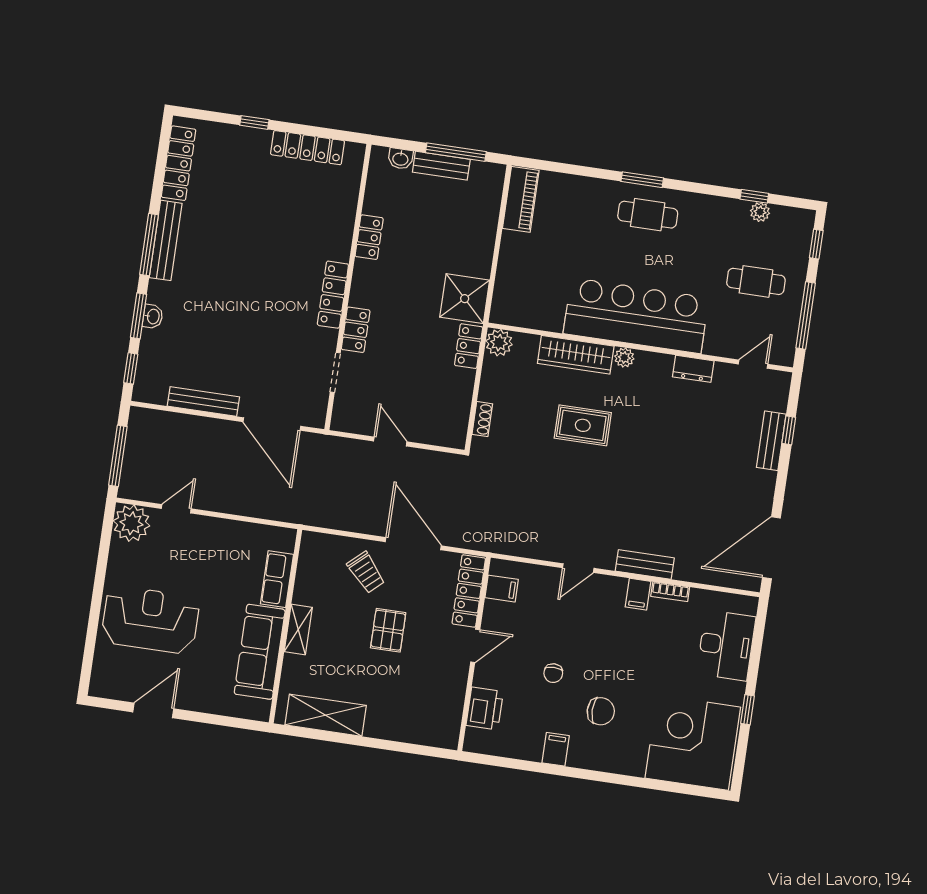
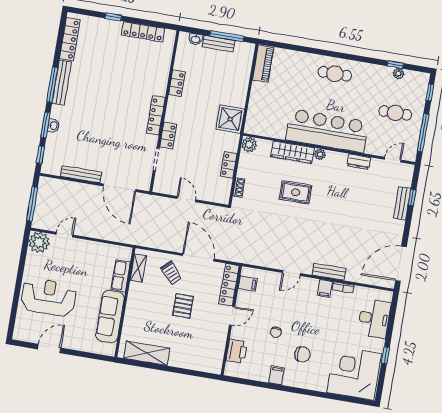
window: (642, 180) -> (332, 54), removed
locker: (469, 346) -> (229, 165), moved
shelving: (298, 630) -> (138, 268), moved

